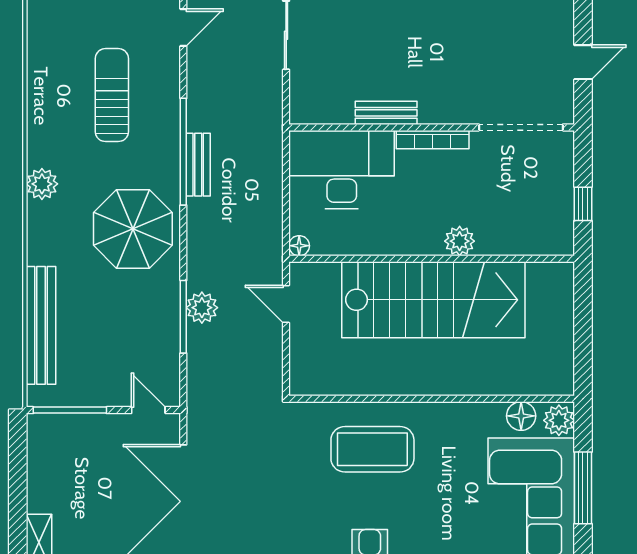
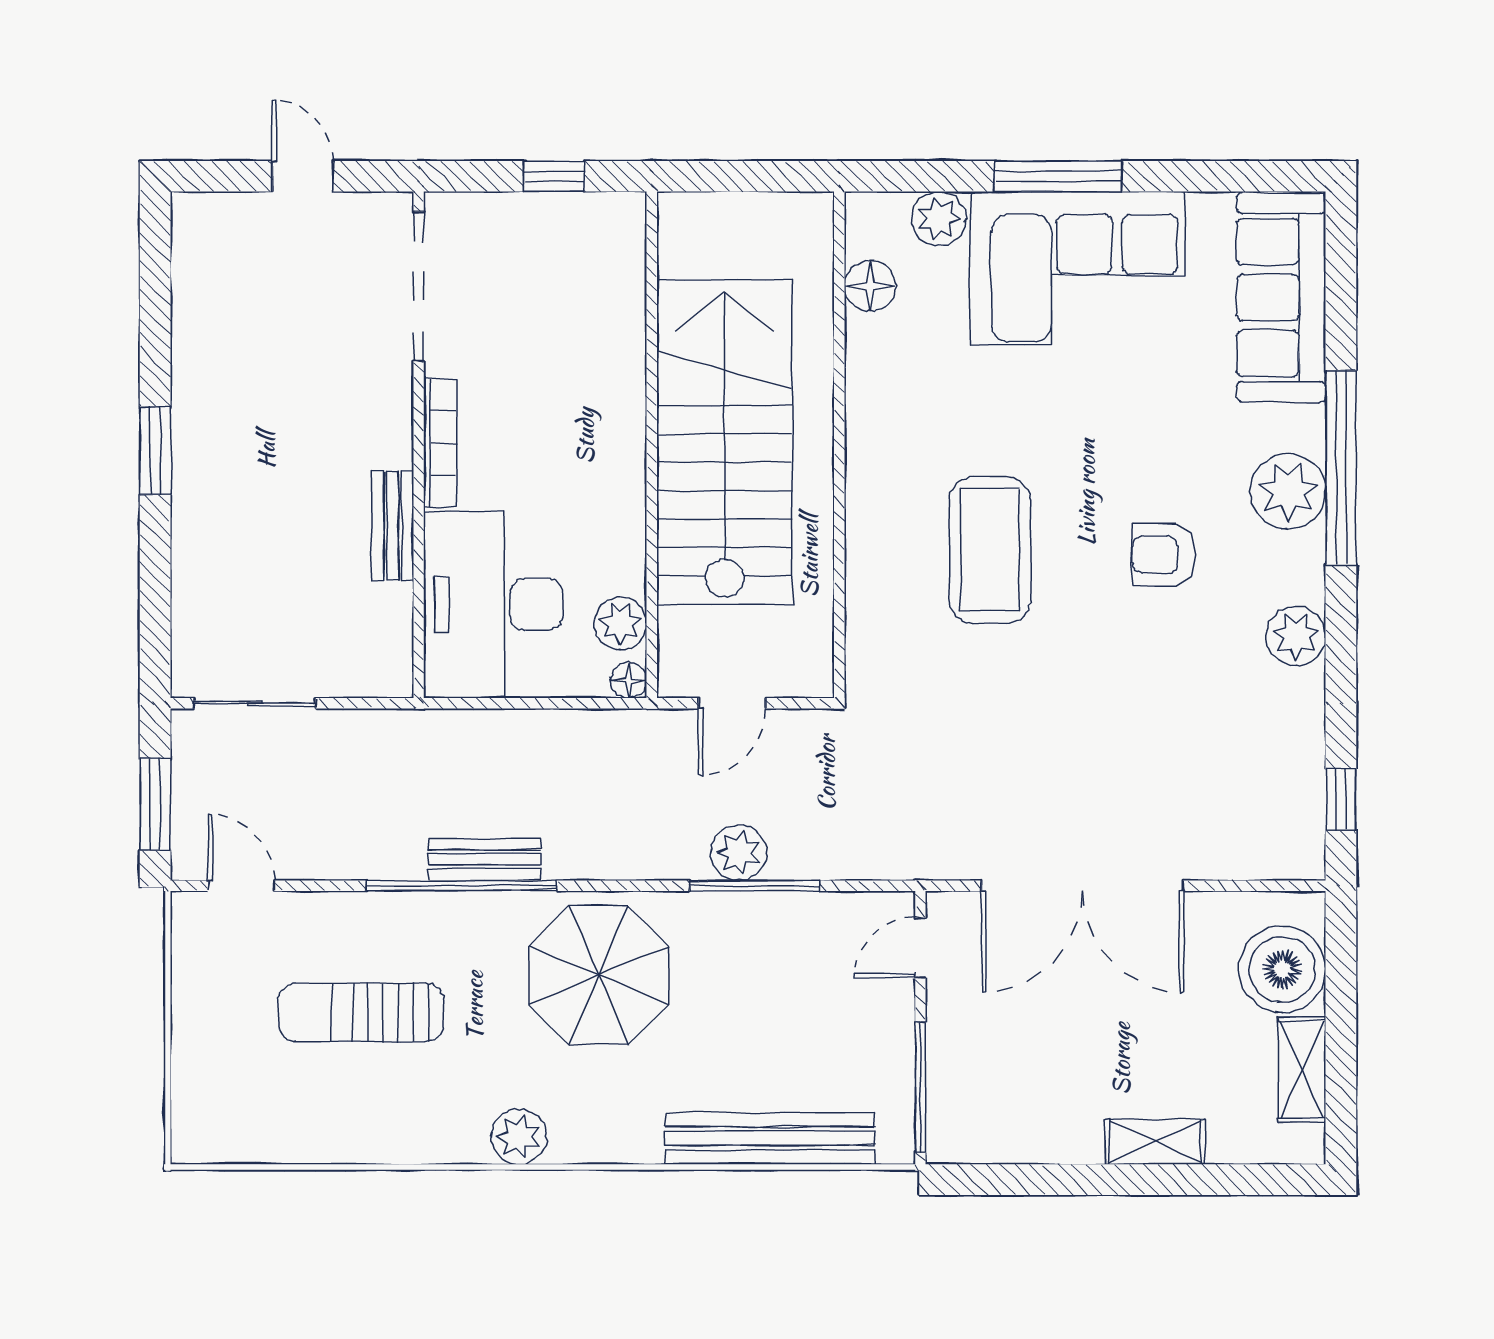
plant: (460, 241) -> (620, 624), moved
wall: (432, 399) -> (839, 445), moved
floor lamp: (521, 416) -> (870, 286), moved

